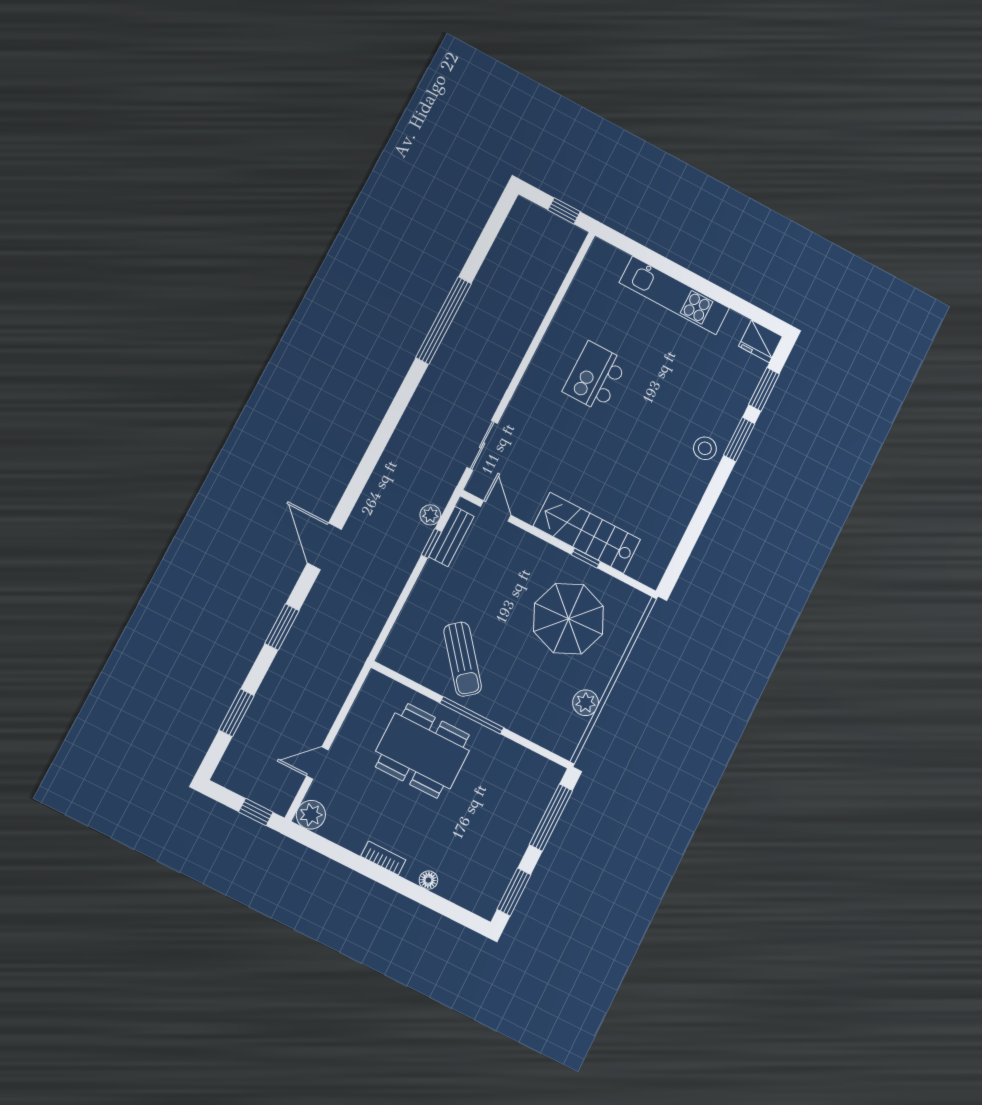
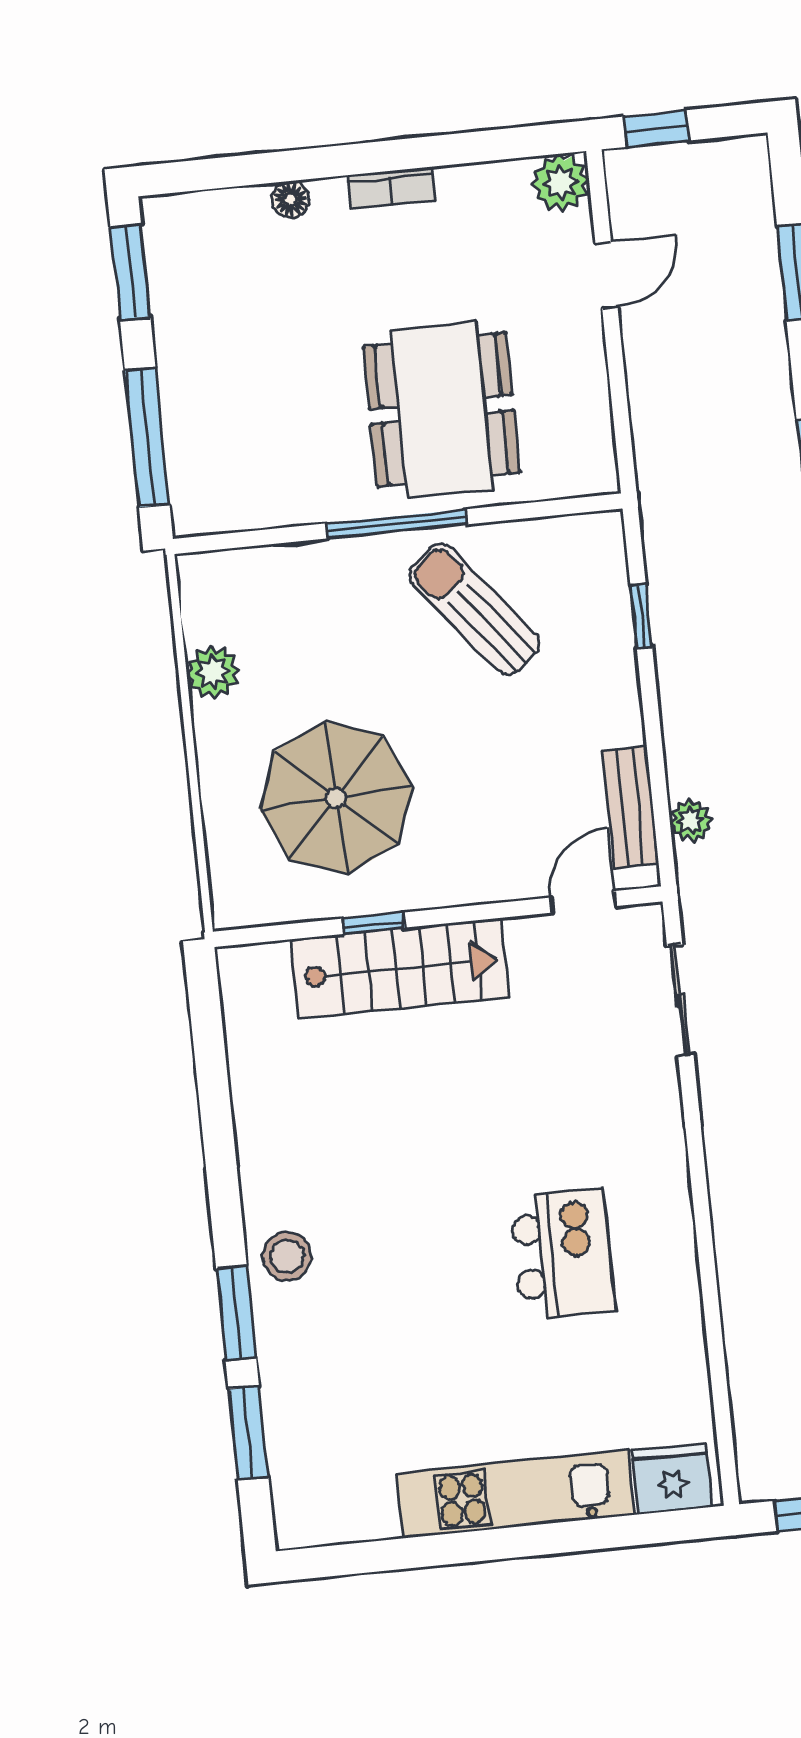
fridge: (760, 341) -> (672, 1479), moved
door: (496, 511) -> (583, 902), swing flipped
window: (431, 543) -> (641, 616), moved
dining table: (422, 751) -> (442, 409), turned 90

